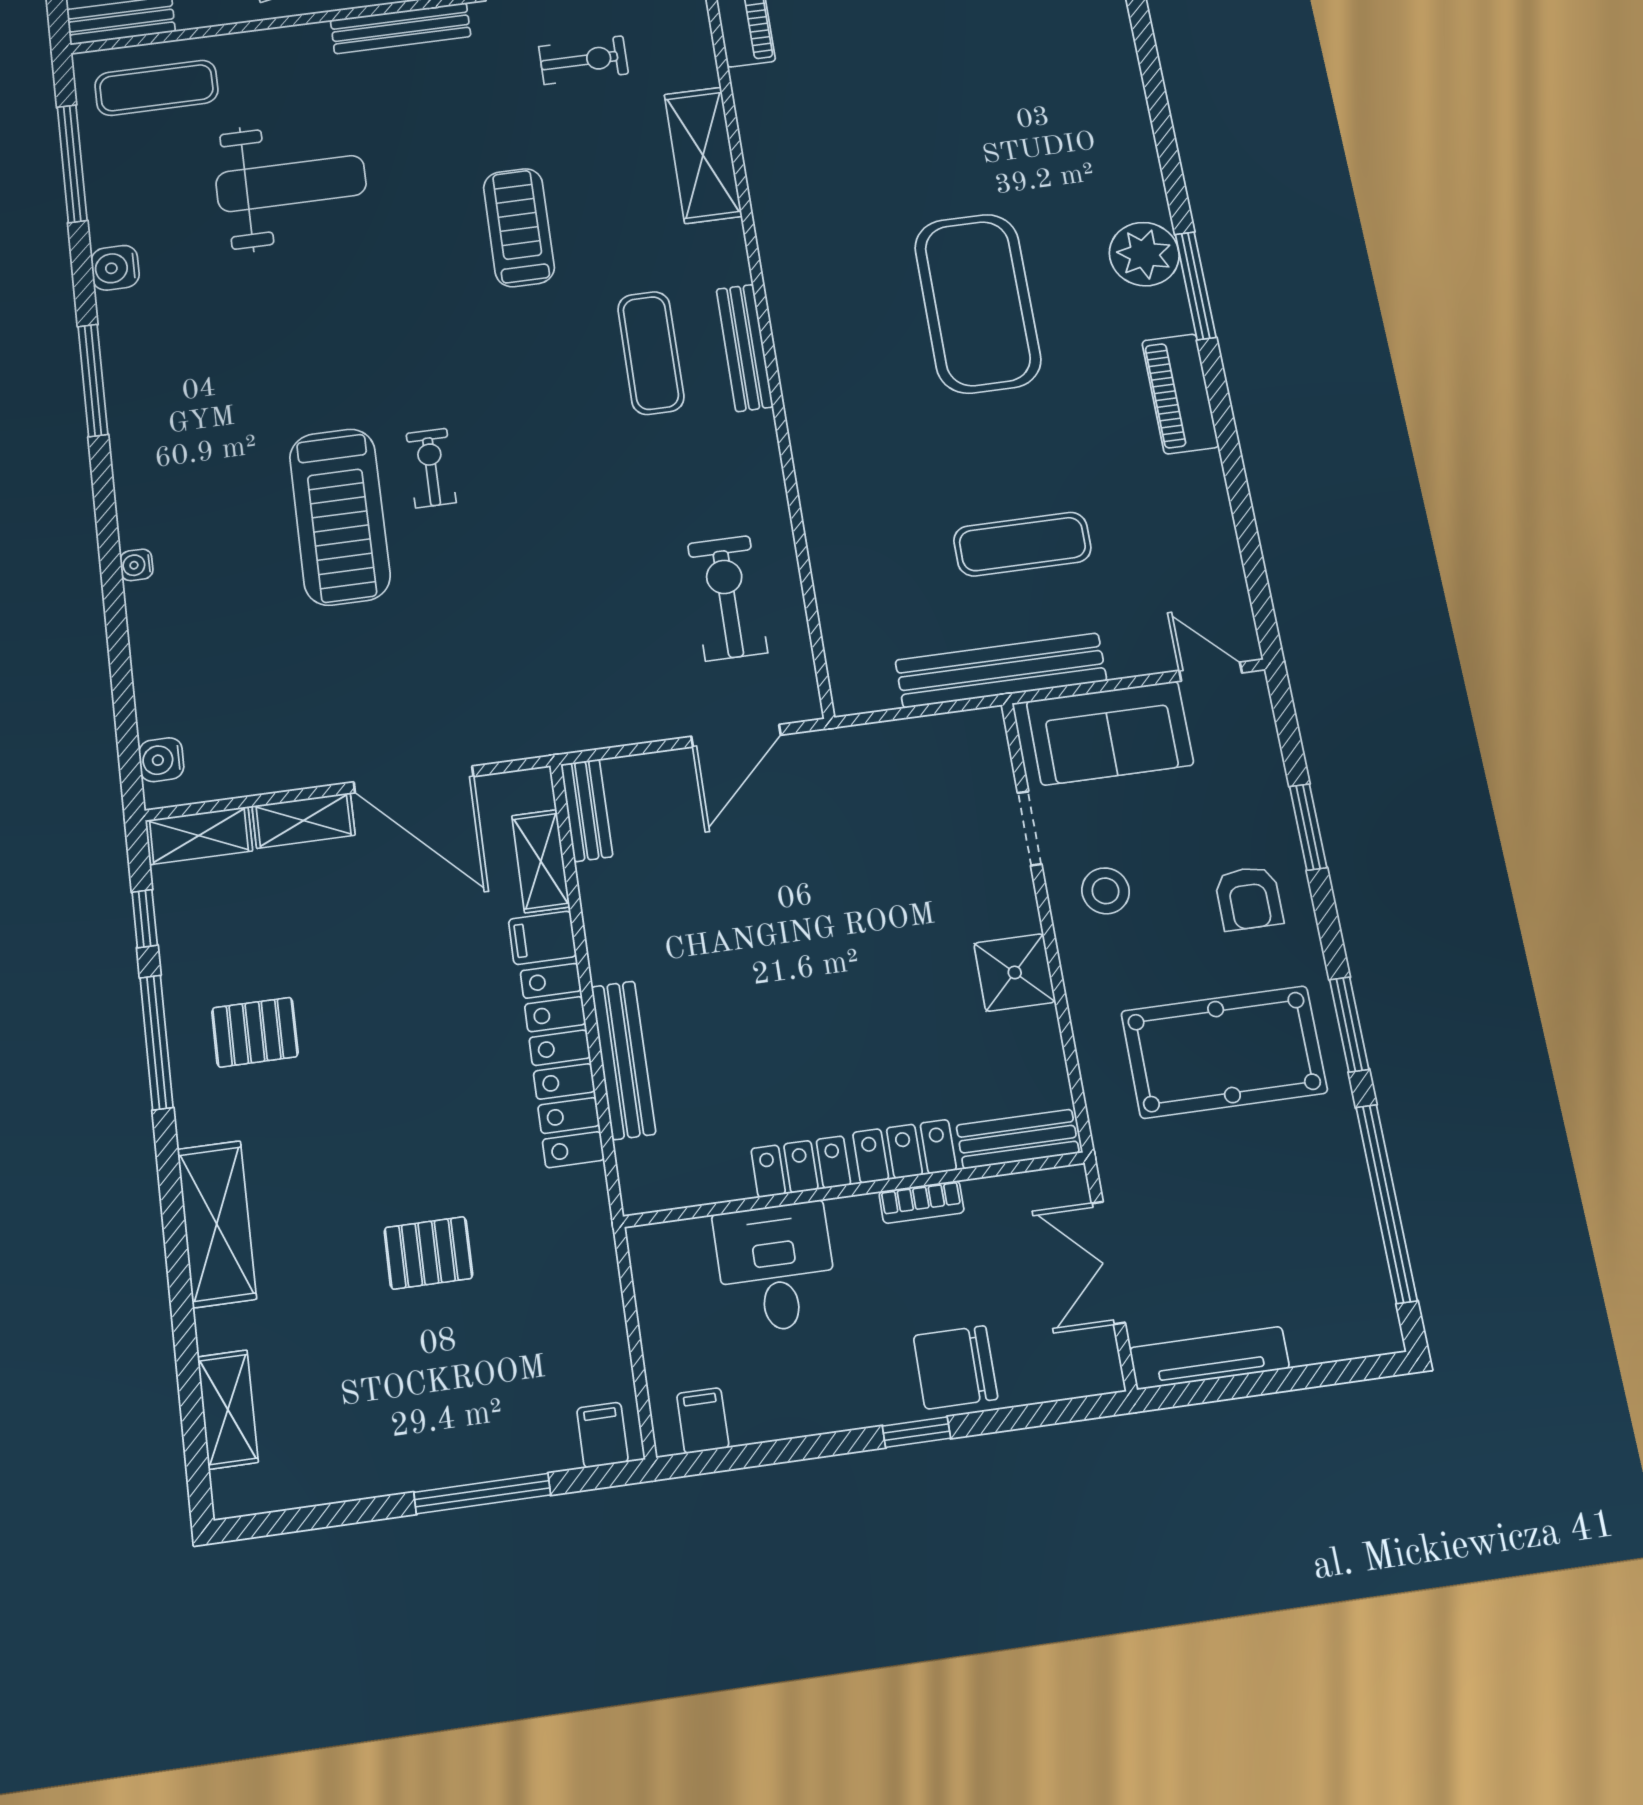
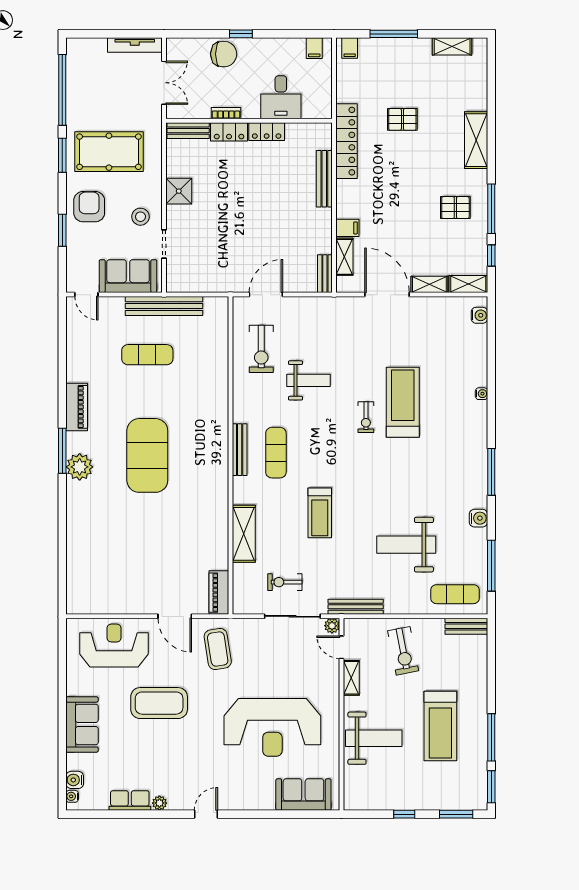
weight bench: (592, 537) -> (308, 380), added
armchair: (1249, 898) -> (89, 207), width x1.38, depth x1.38
locker: (562, 1065) -> (347, 141), moved
shelving: (228, 1409) -> (452, 46), moved, turned 90

